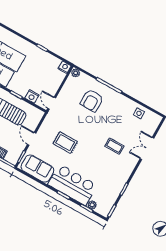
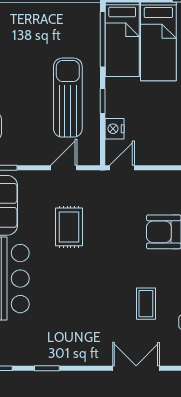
door: (32, 139) -> (64, 168), moved
coffee table: (114, 146) -> (146, 304), moved

